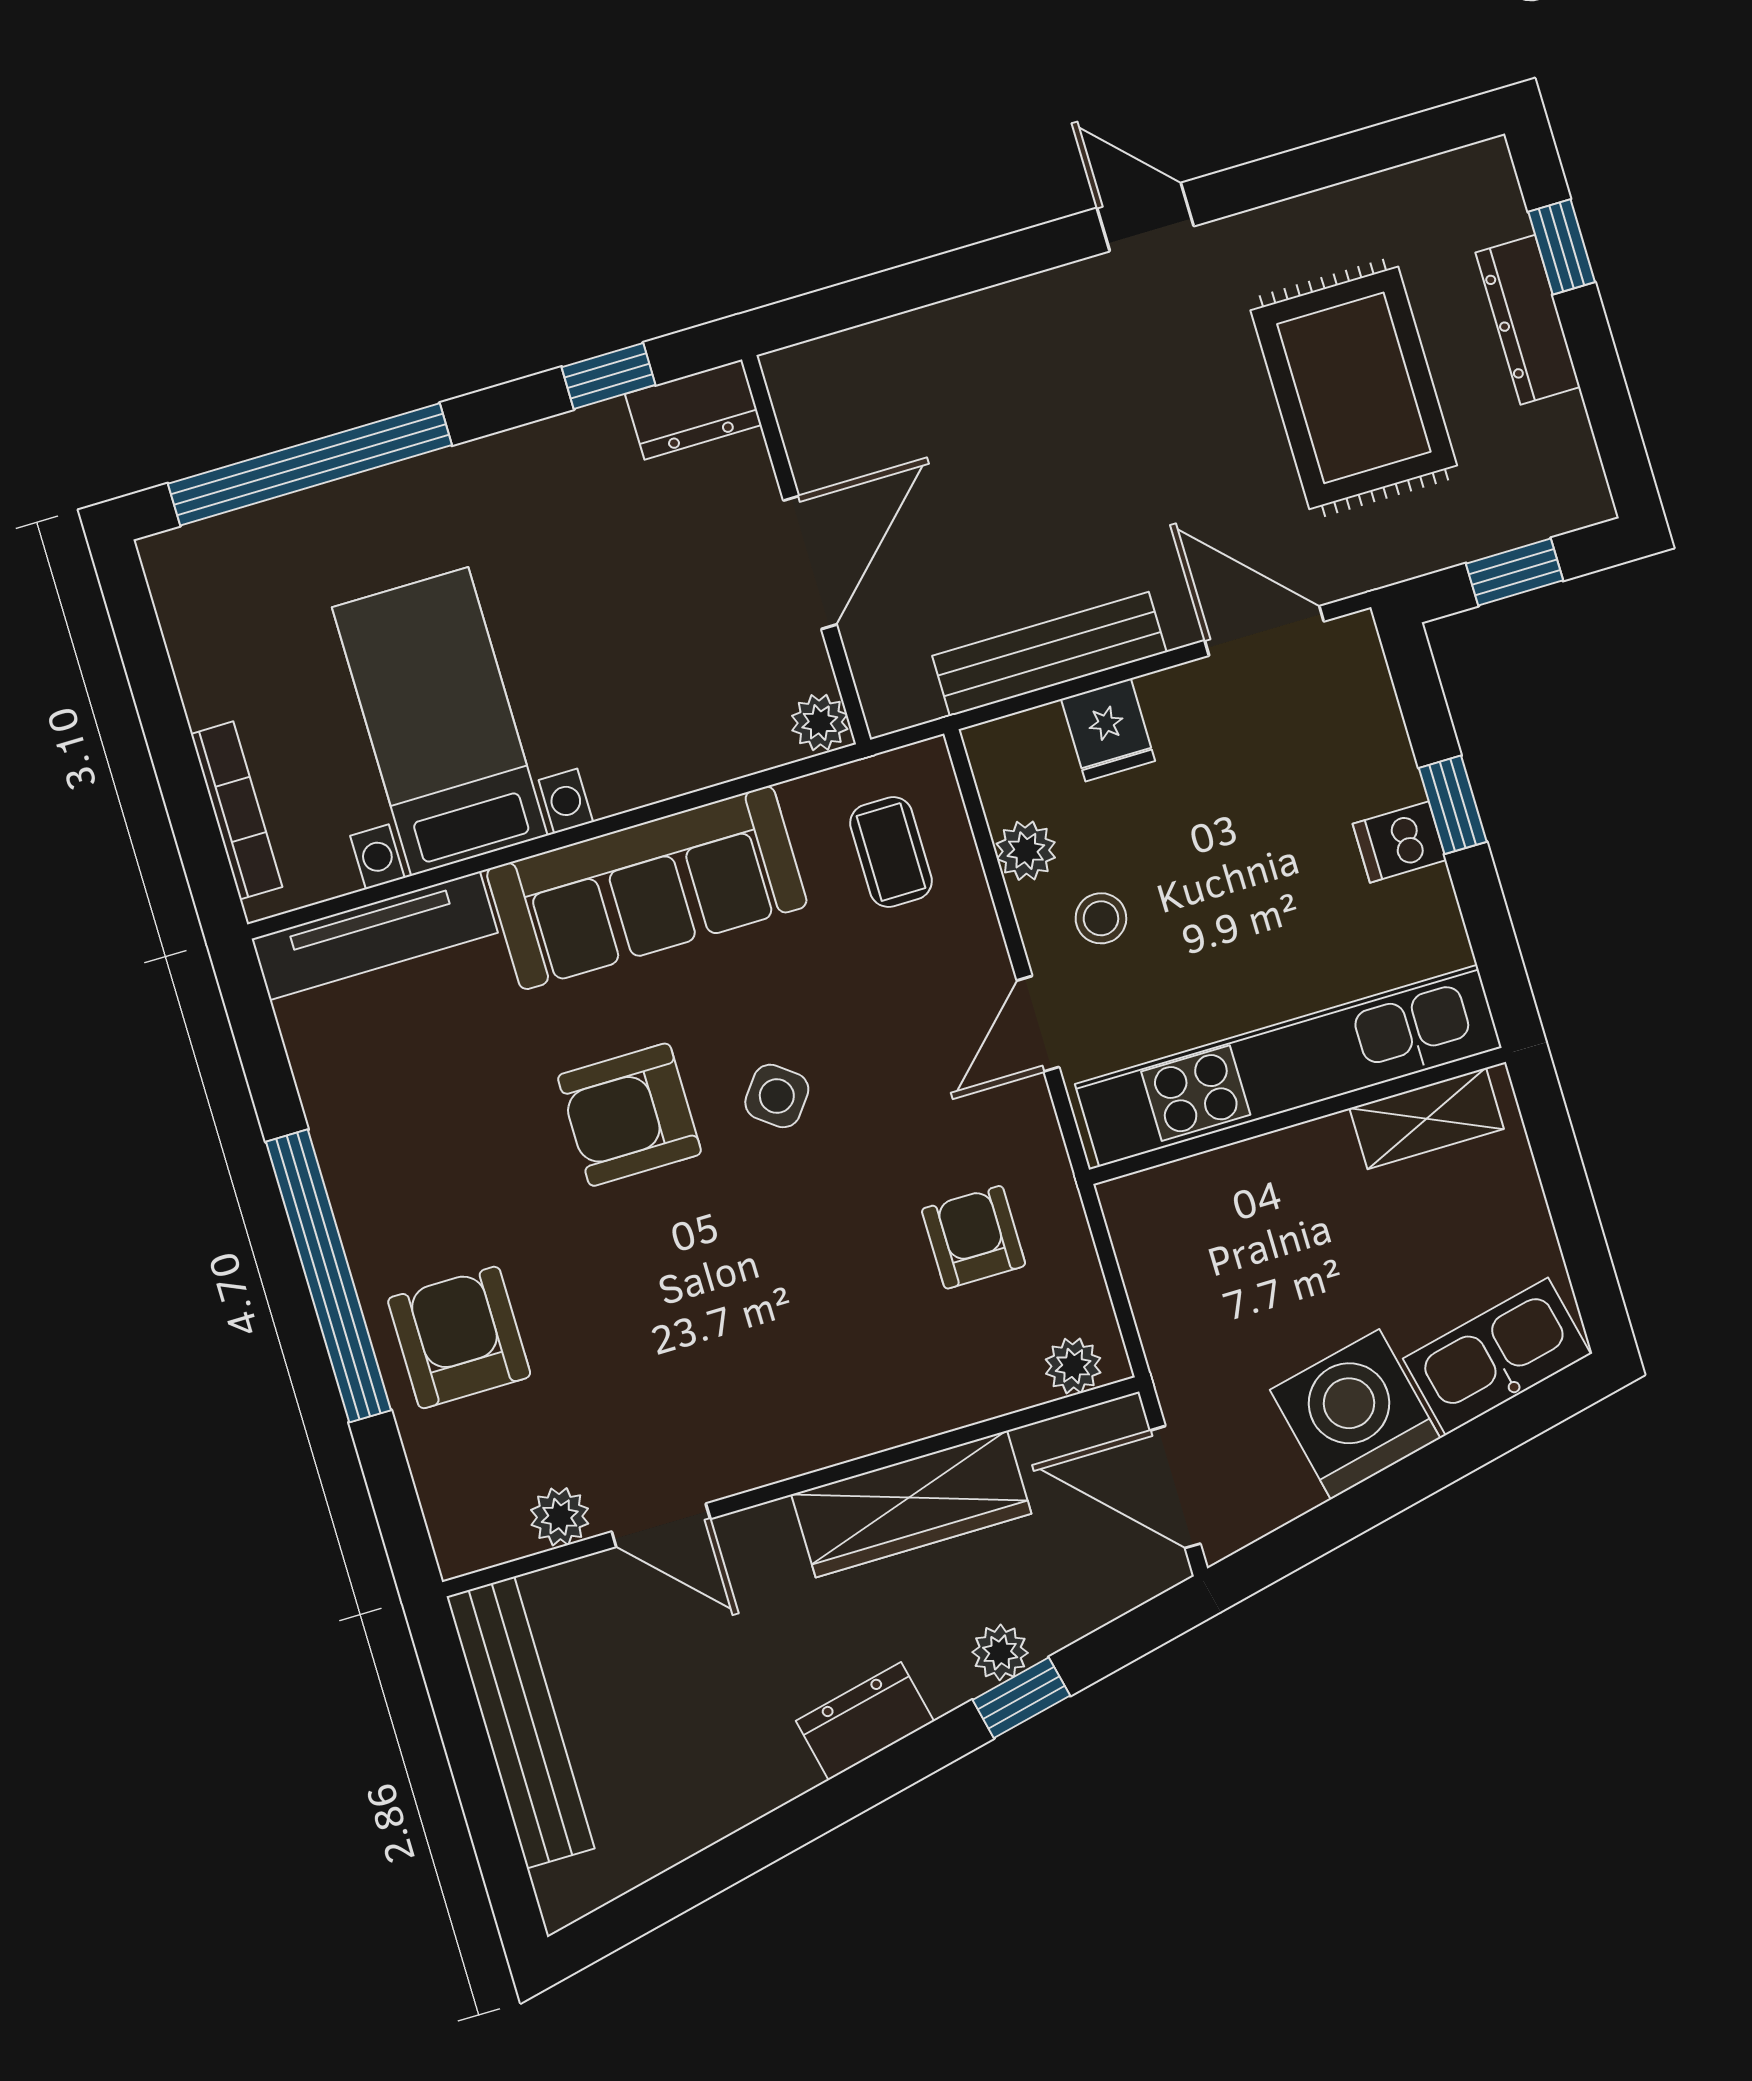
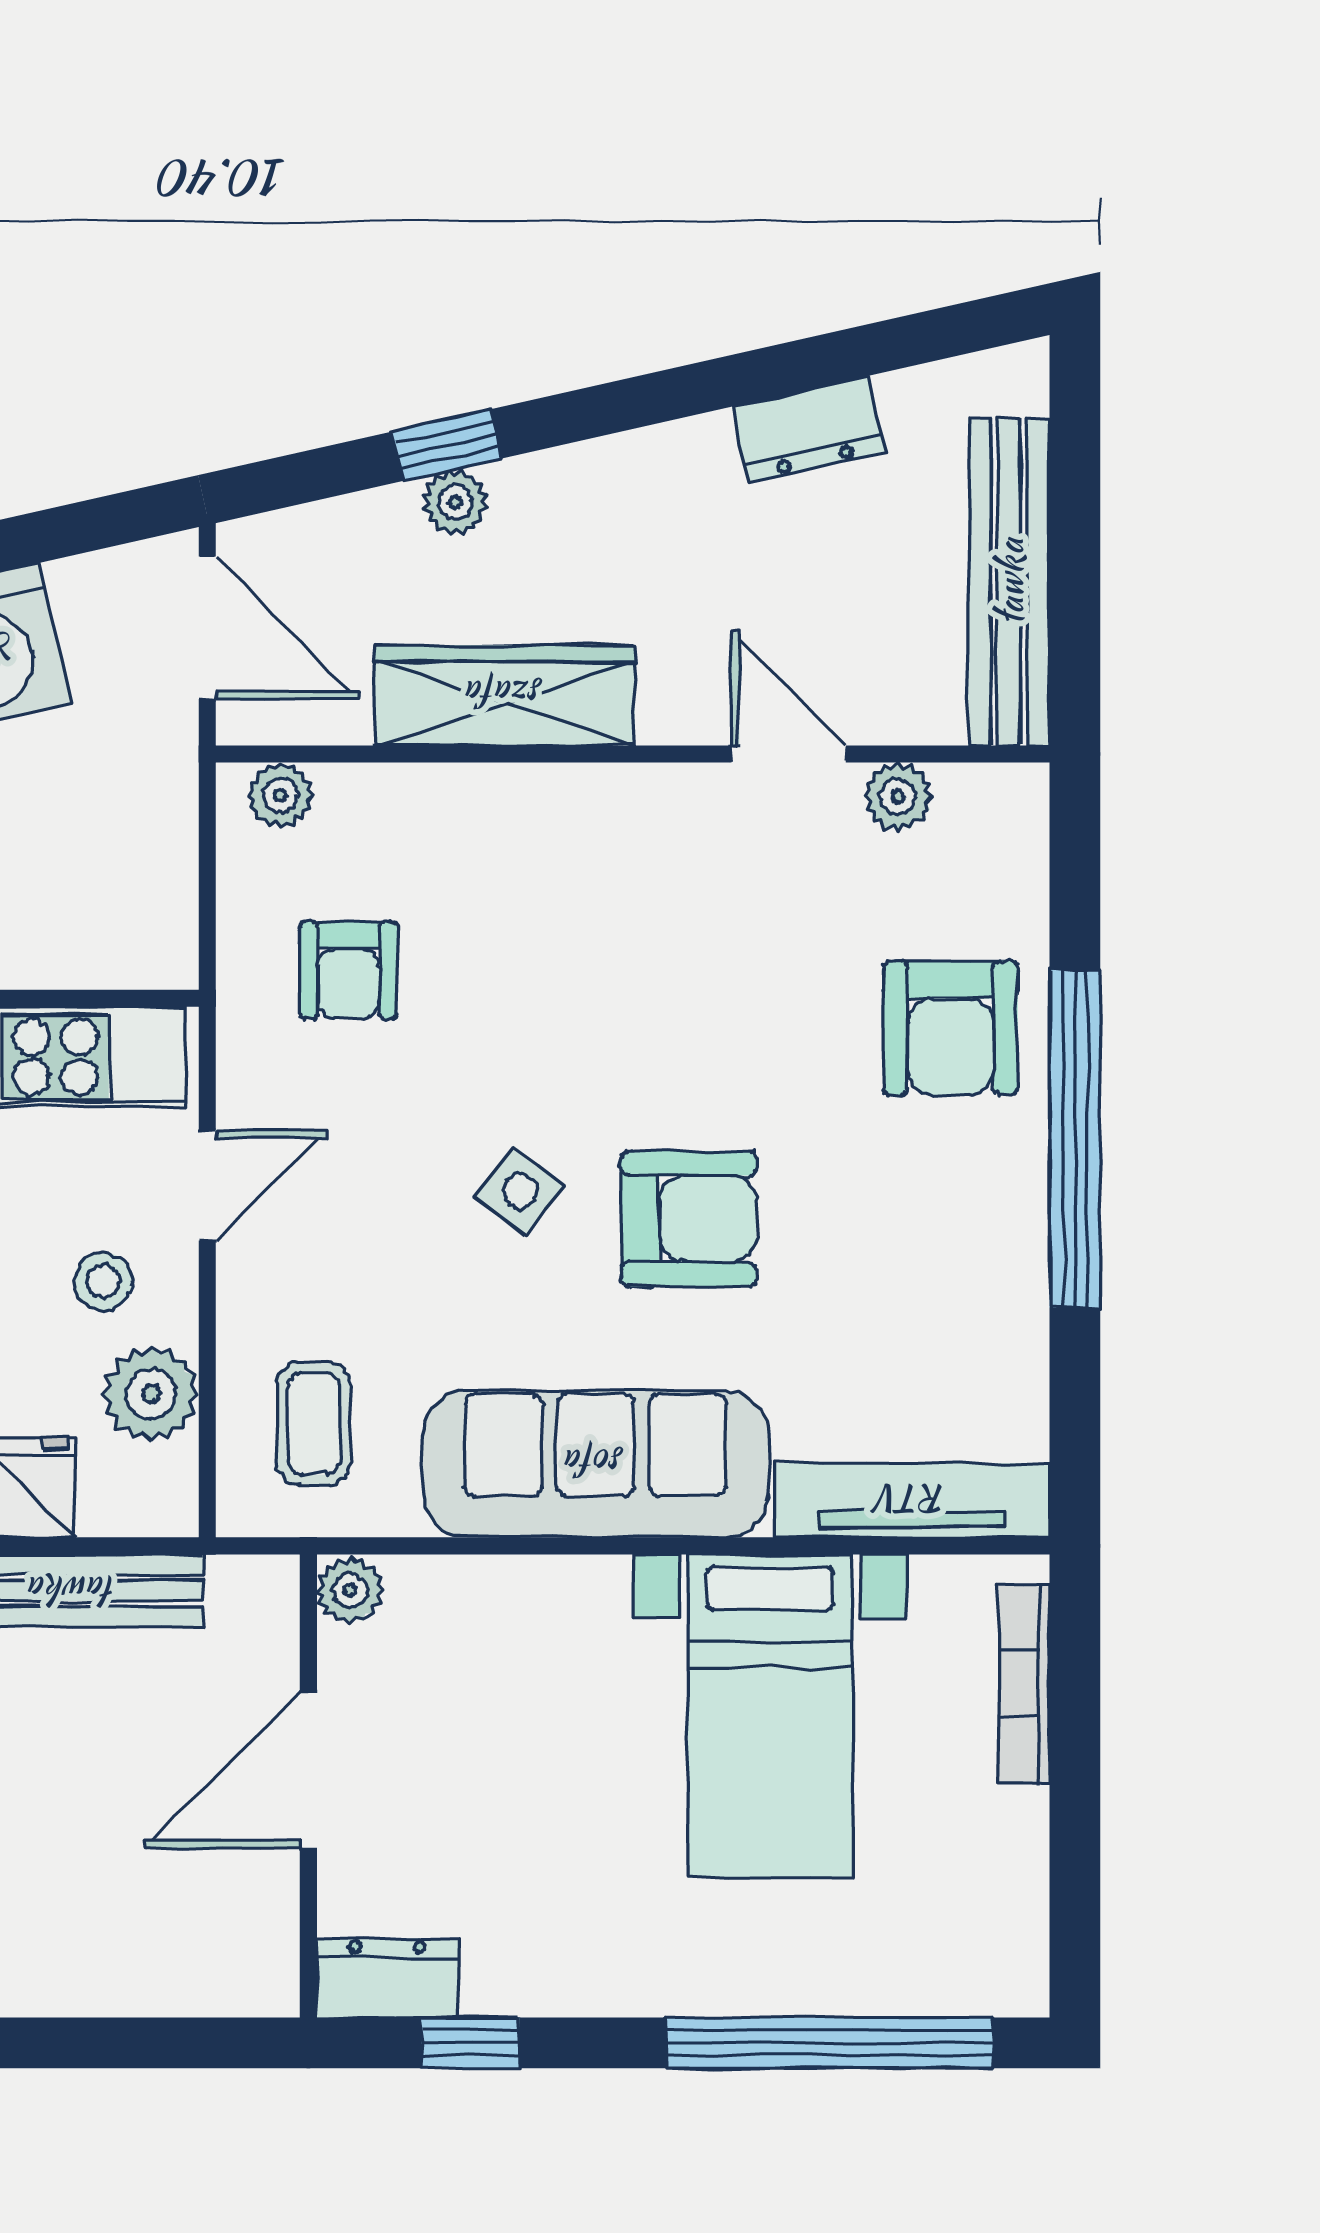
plant: (1026, 851) -> (151, 1394), width x1.38, depth x1.38
dresser: (865, 1721) -> (809, 430), moved

